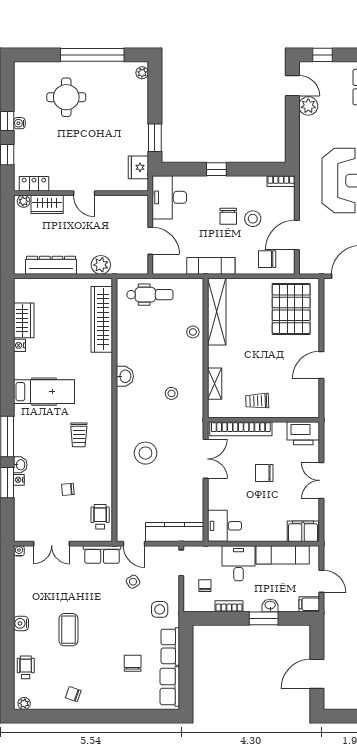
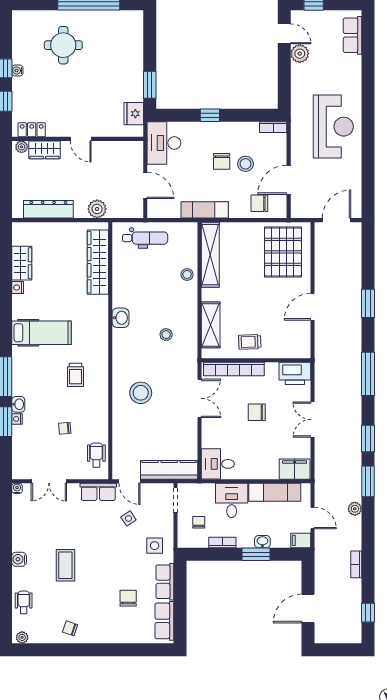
plant: (142, 73) -> (137, 21), removed
shelving: (215, 384) -> (211, 325), width x1.50, depth x1.33

